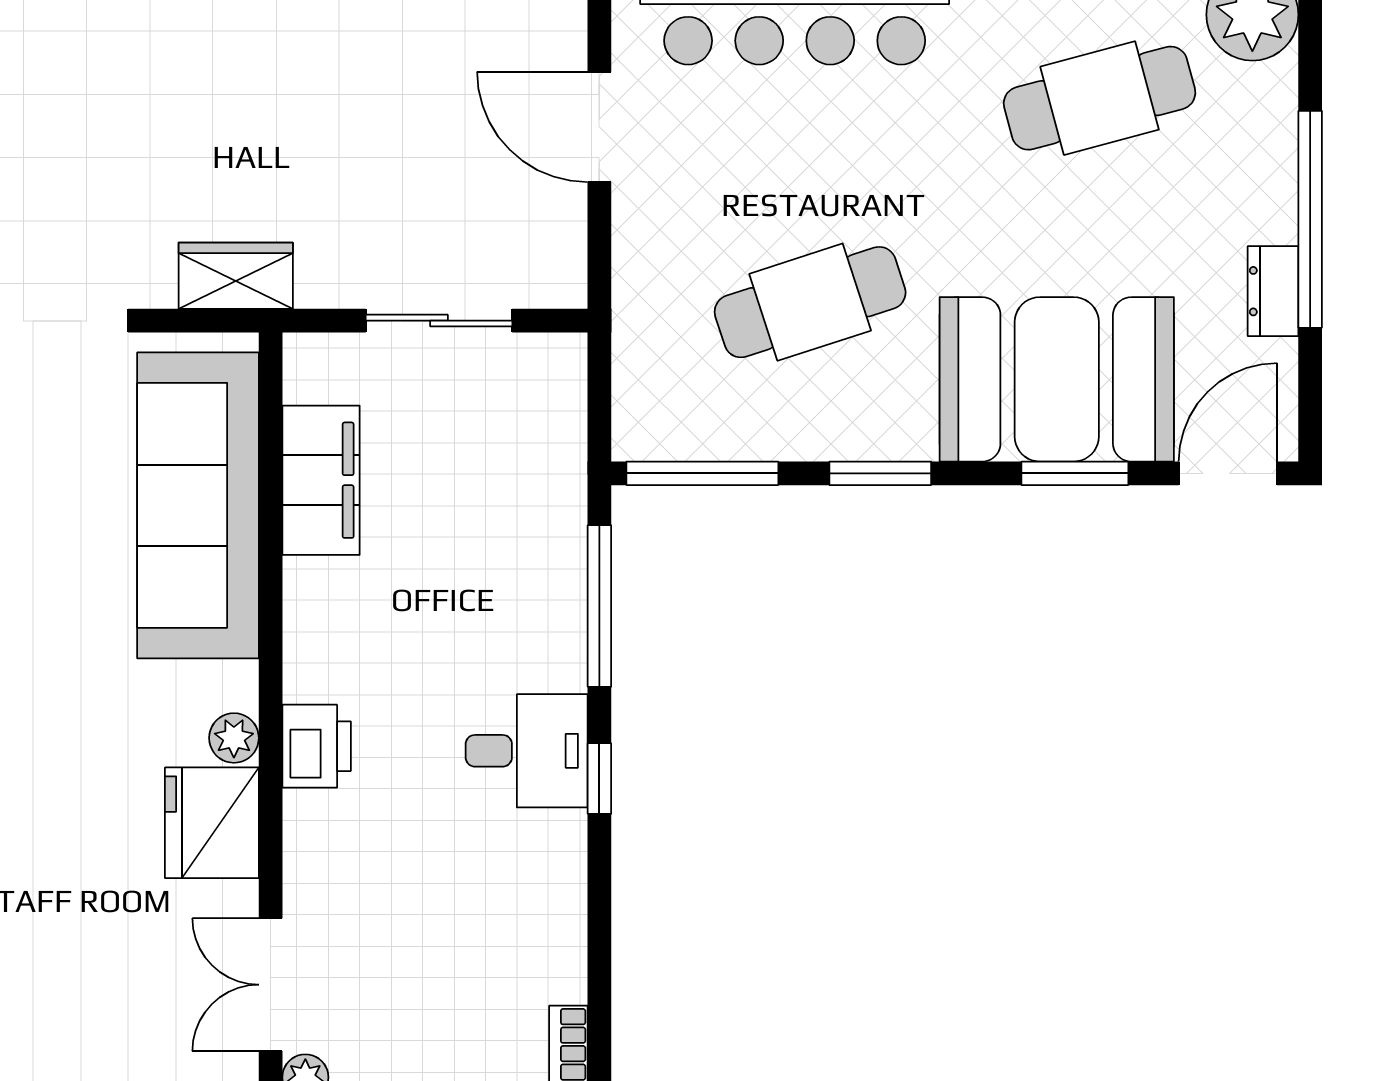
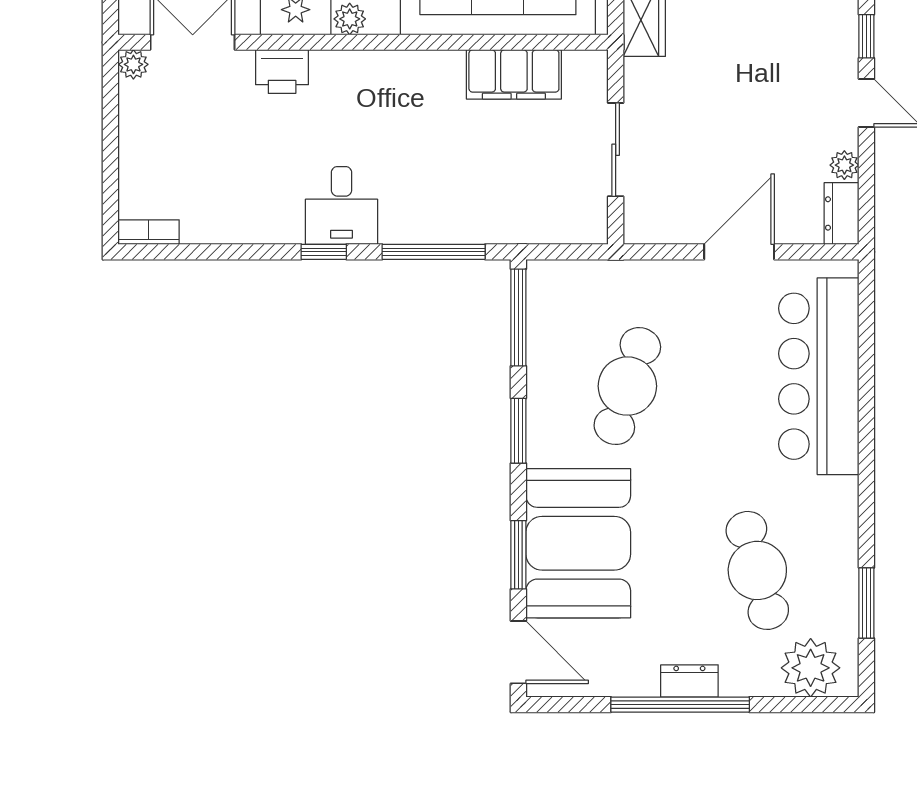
dresser: (1273, 291) -> (689, 681), moved
cafe table: (810, 302) -> (627, 386), turned 36
printer: (317, 746) -> (282, 72), moved

